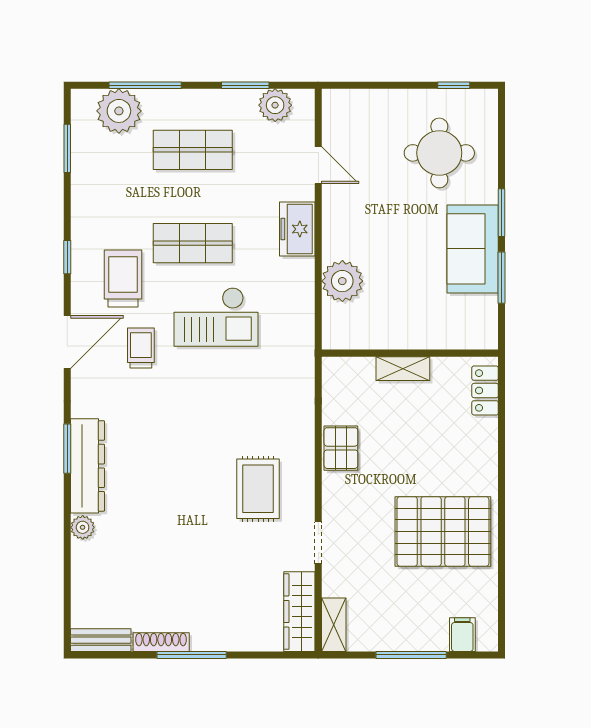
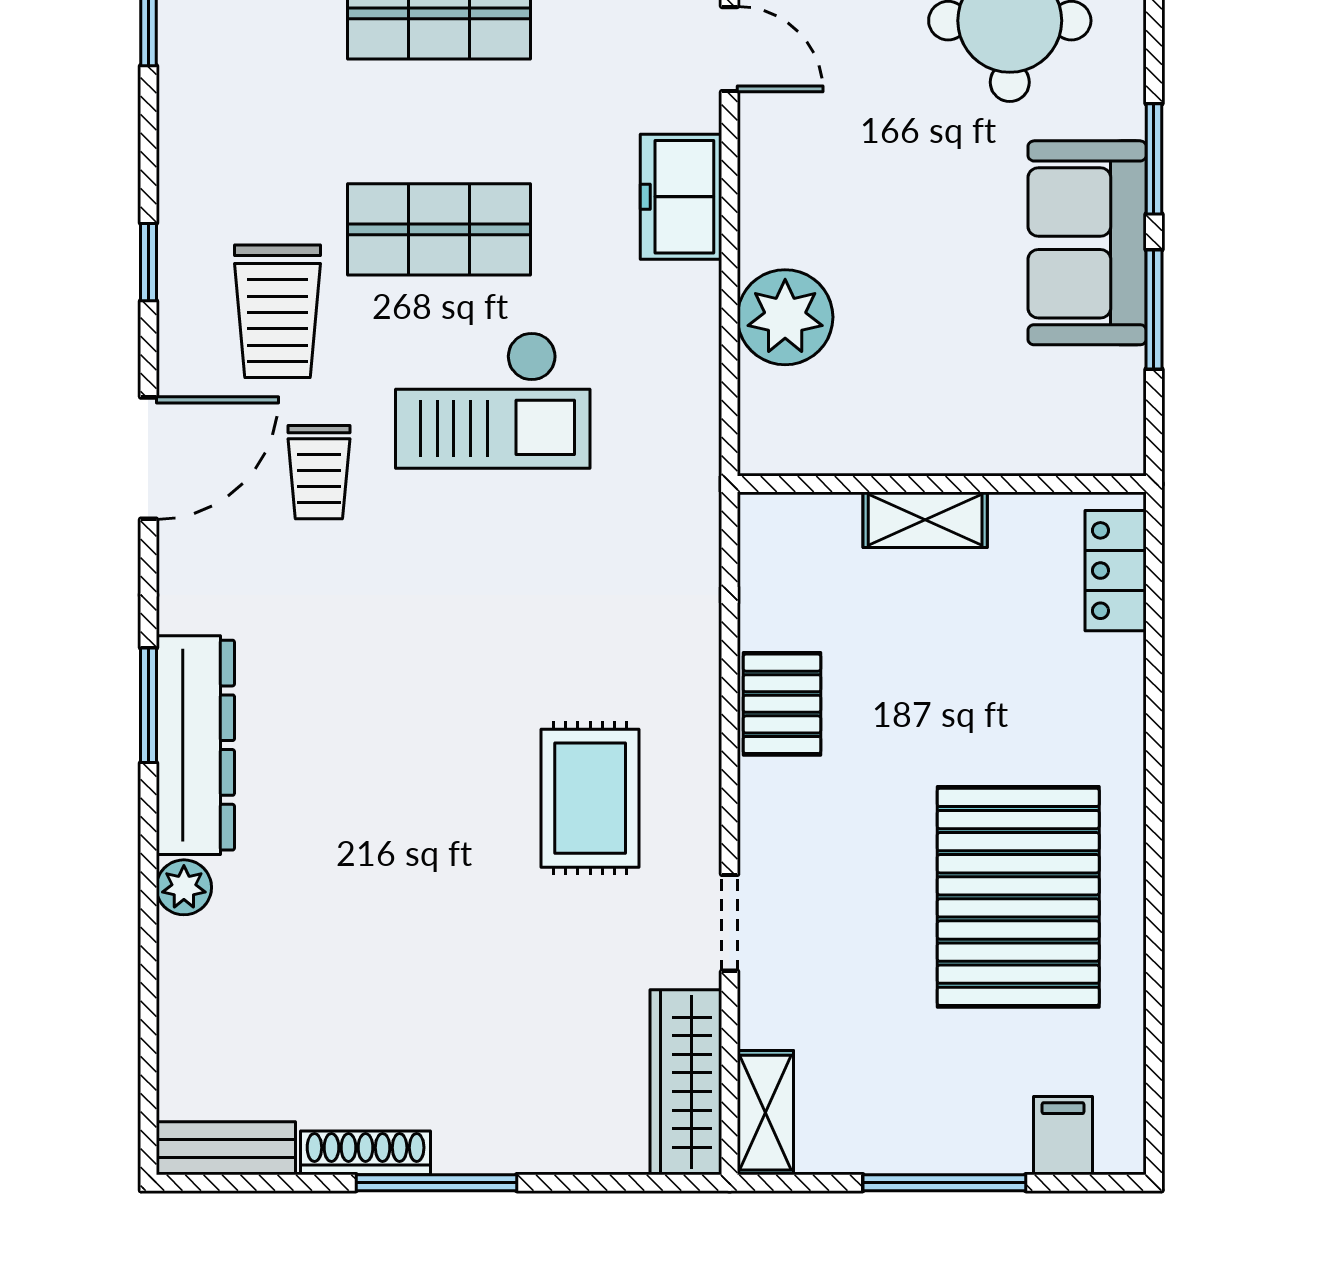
trolley: (123, 278) -> (278, 311), turned 180
trolley: (141, 348) -> (319, 472), turned 180
pallet: (443, 531) -> (1018, 897), turned 90

